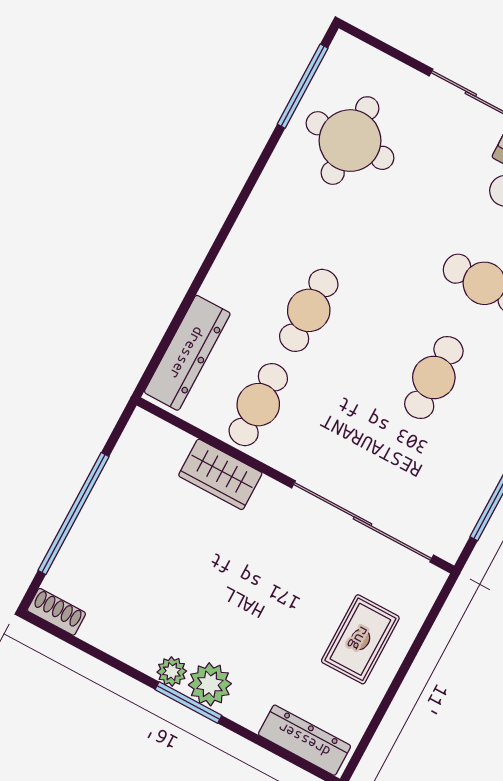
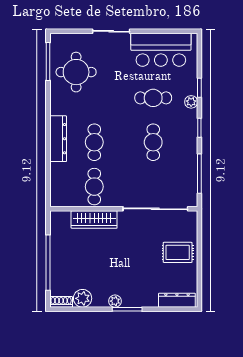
dresser: (187, 353) -> (58, 139), moved
wardrobe: (220, 474) -> (94, 220), width x1.50
rug: (360, 639) -> (178, 252), turned 90
plant: (210, 684) -> (83, 298), moved

